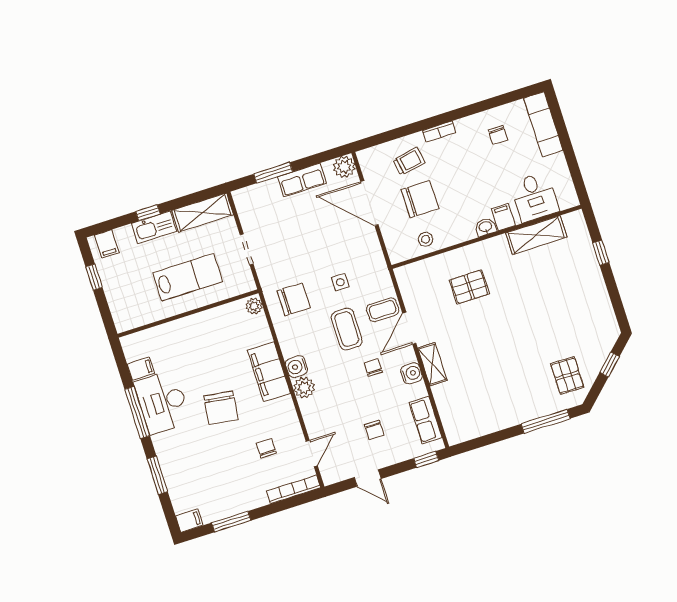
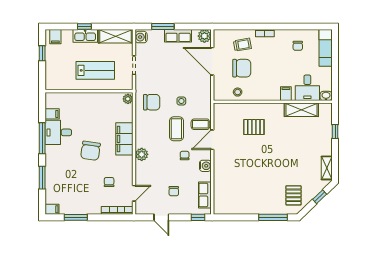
washbasin: (485, 227) -> (326, 96), moved
shelving: (432, 364) -> (327, 168), moved
water cooler: (297, 367) -> (141, 37), moved
desk: (162, 402) -> (58, 132), width x0.73

